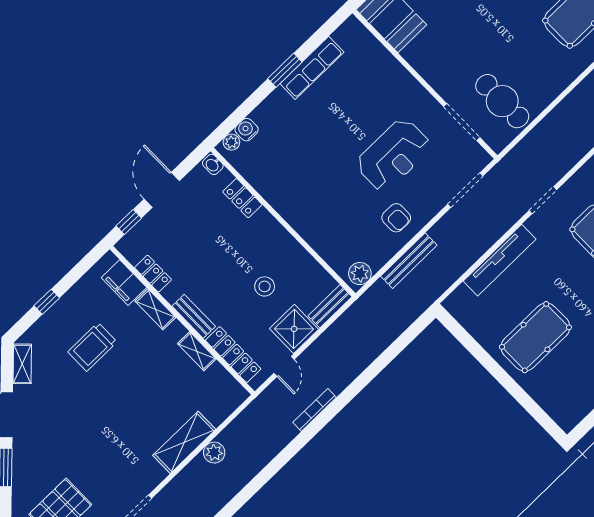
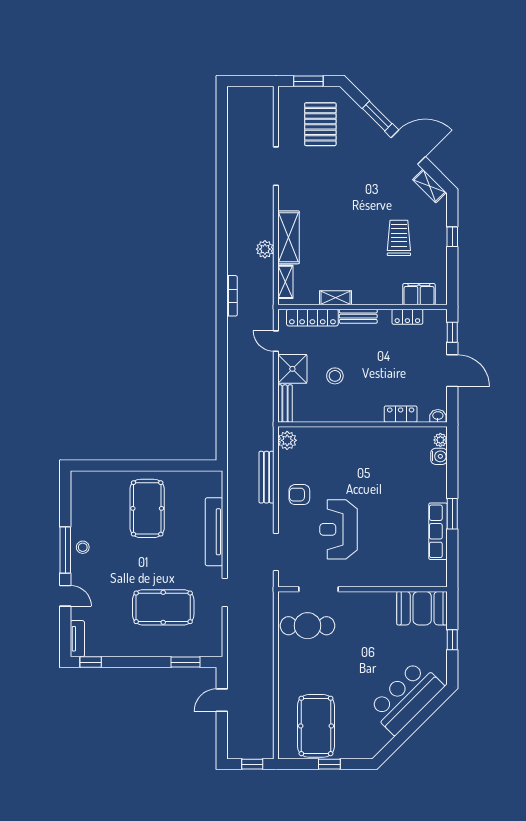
shelving: (155, 309) -> (285, 282), moved, turned 90
bookcase: (315, 410) -> (232, 296), moved

